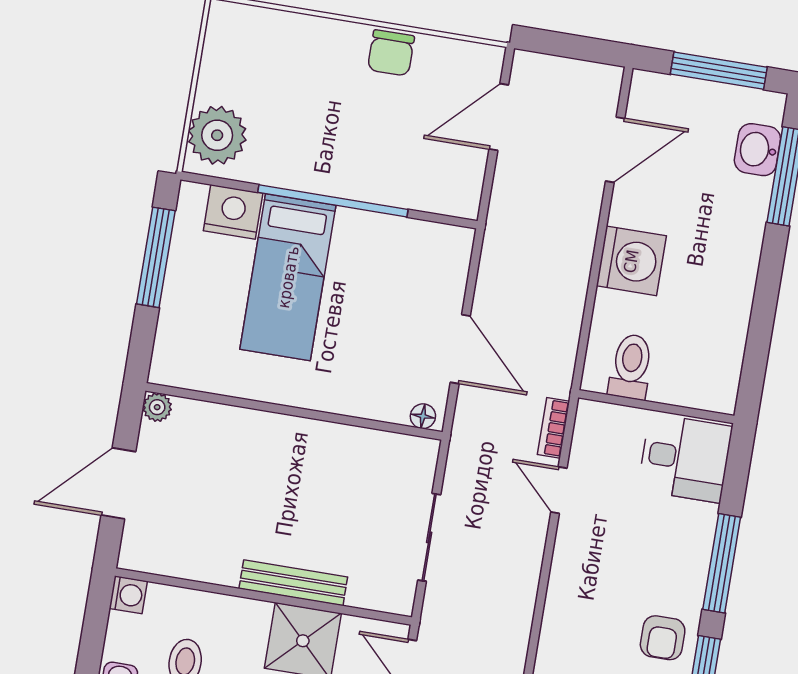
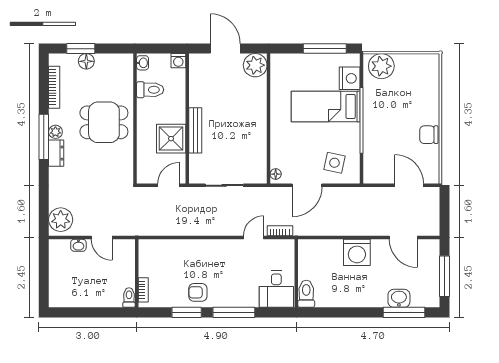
washbasin: (757, 150) -> (399, 298), moved
side table: (419, 278) -> (334, 163), added
toilet: (631, 367) -> (306, 294), moved, turned -90
plant: (157, 407) -> (255, 65), width x1.88, depth x1.88

